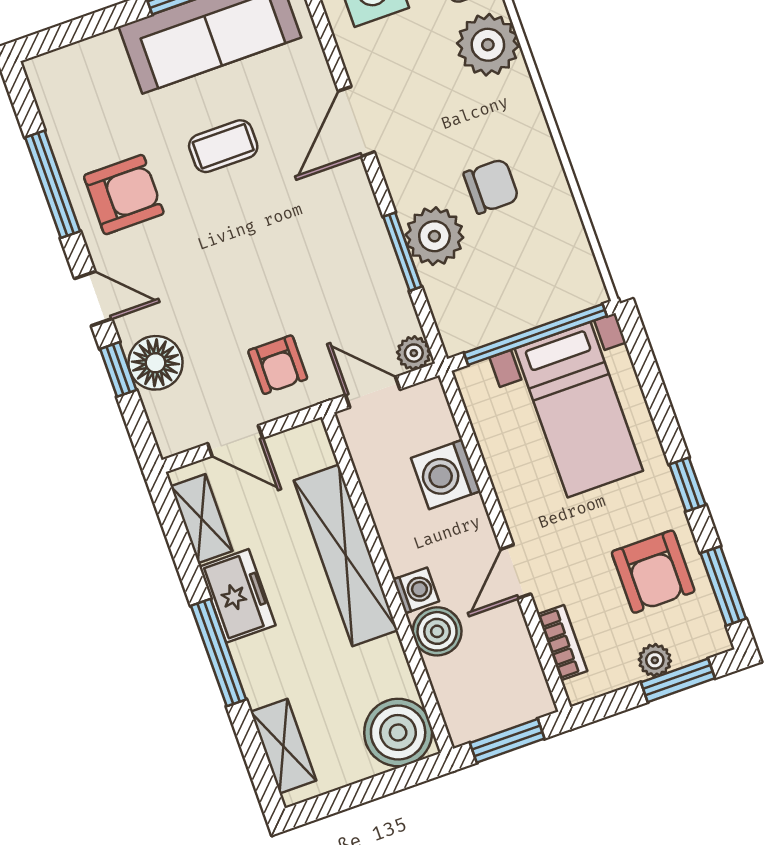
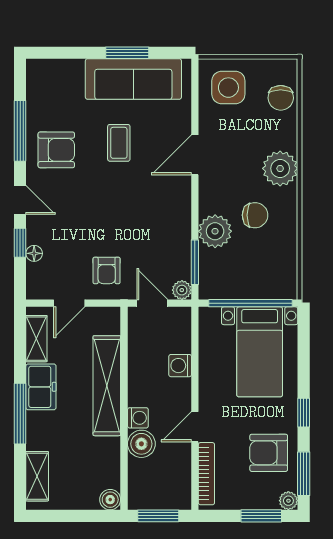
plant: (488, 45) -> (280, 168), moved
coffee table: (223, 146) -> (119, 143), turned 90
window: (402, 252) -> (195, 262), moved
floor lamp: (155, 363) -> (34, 253), width x0.53, depth x0.53
door: (235, 441) -> (69, 303), hinge flipped
washing machine: (446, 475) -> (180, 366), width x0.73, depth x0.73
armchair: (653, 572) -> (269, 453), turned 90
bookcase: (562, 643) -> (206, 474), width x1.56
plant: (655, 660) -> (288, 501), moved
boiler: (398, 733) -> (110, 500), width x0.54, depth x0.54

